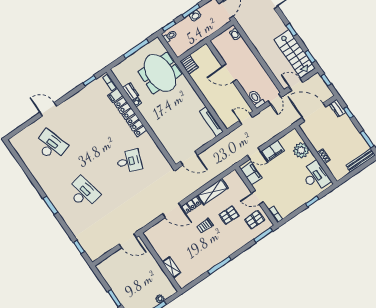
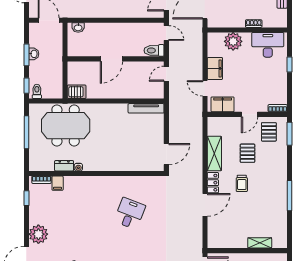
plant: (70, 107) -> (38, 234), added
locker: (131, 117) -> (88, 183), removed
door: (254, 153) -> (205, 88), swing flipped

